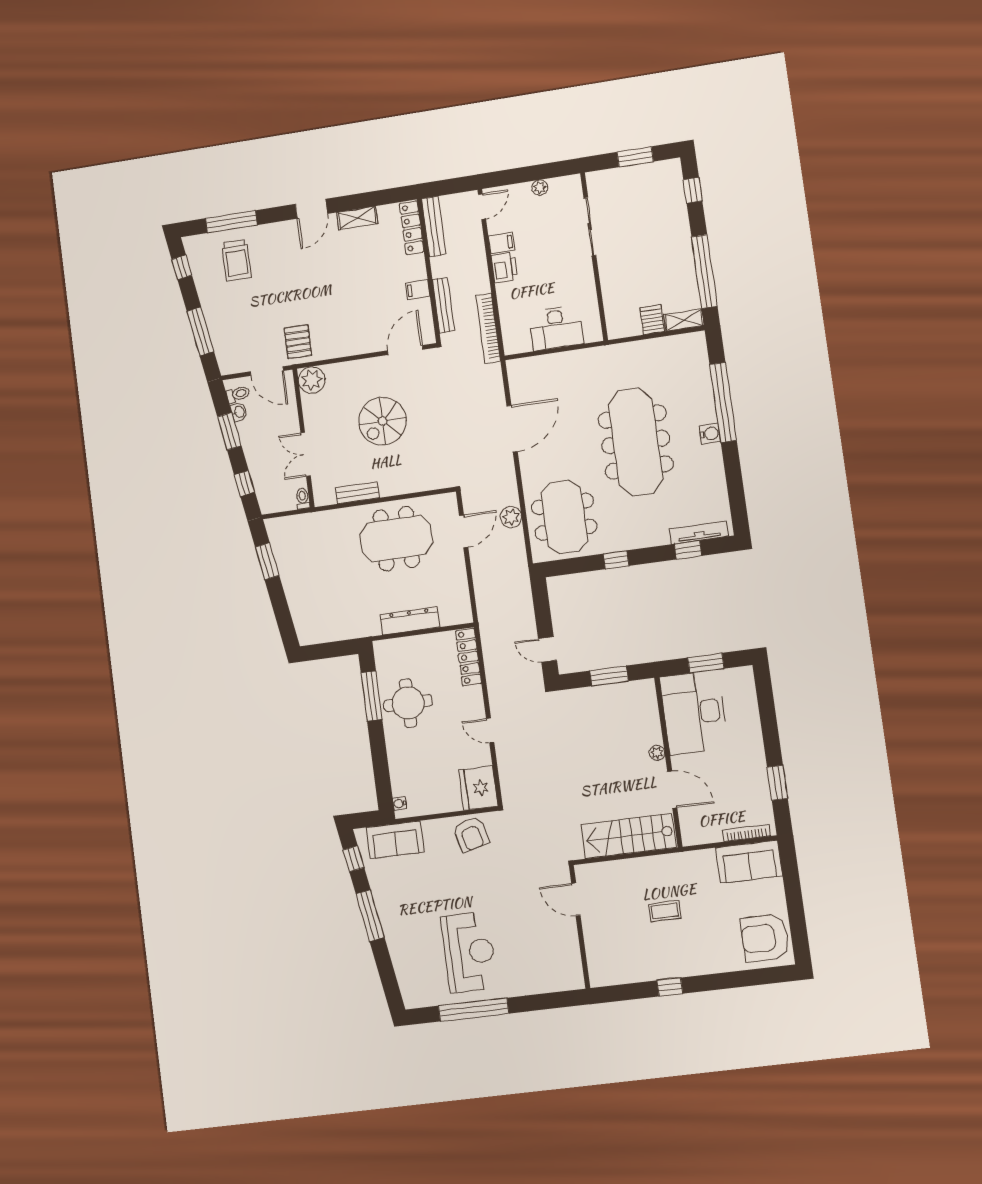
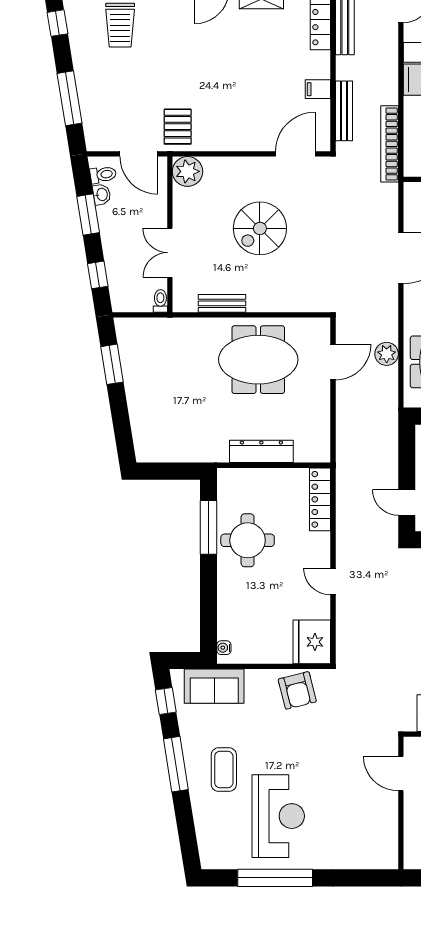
coffee table: (414, 915) -> (224, 770), added

